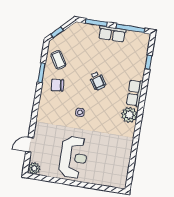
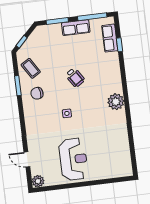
row of seats: (135, 93) -> (110, 38), moved
door: (30, 145) -> (27, 159), hinge flipped

